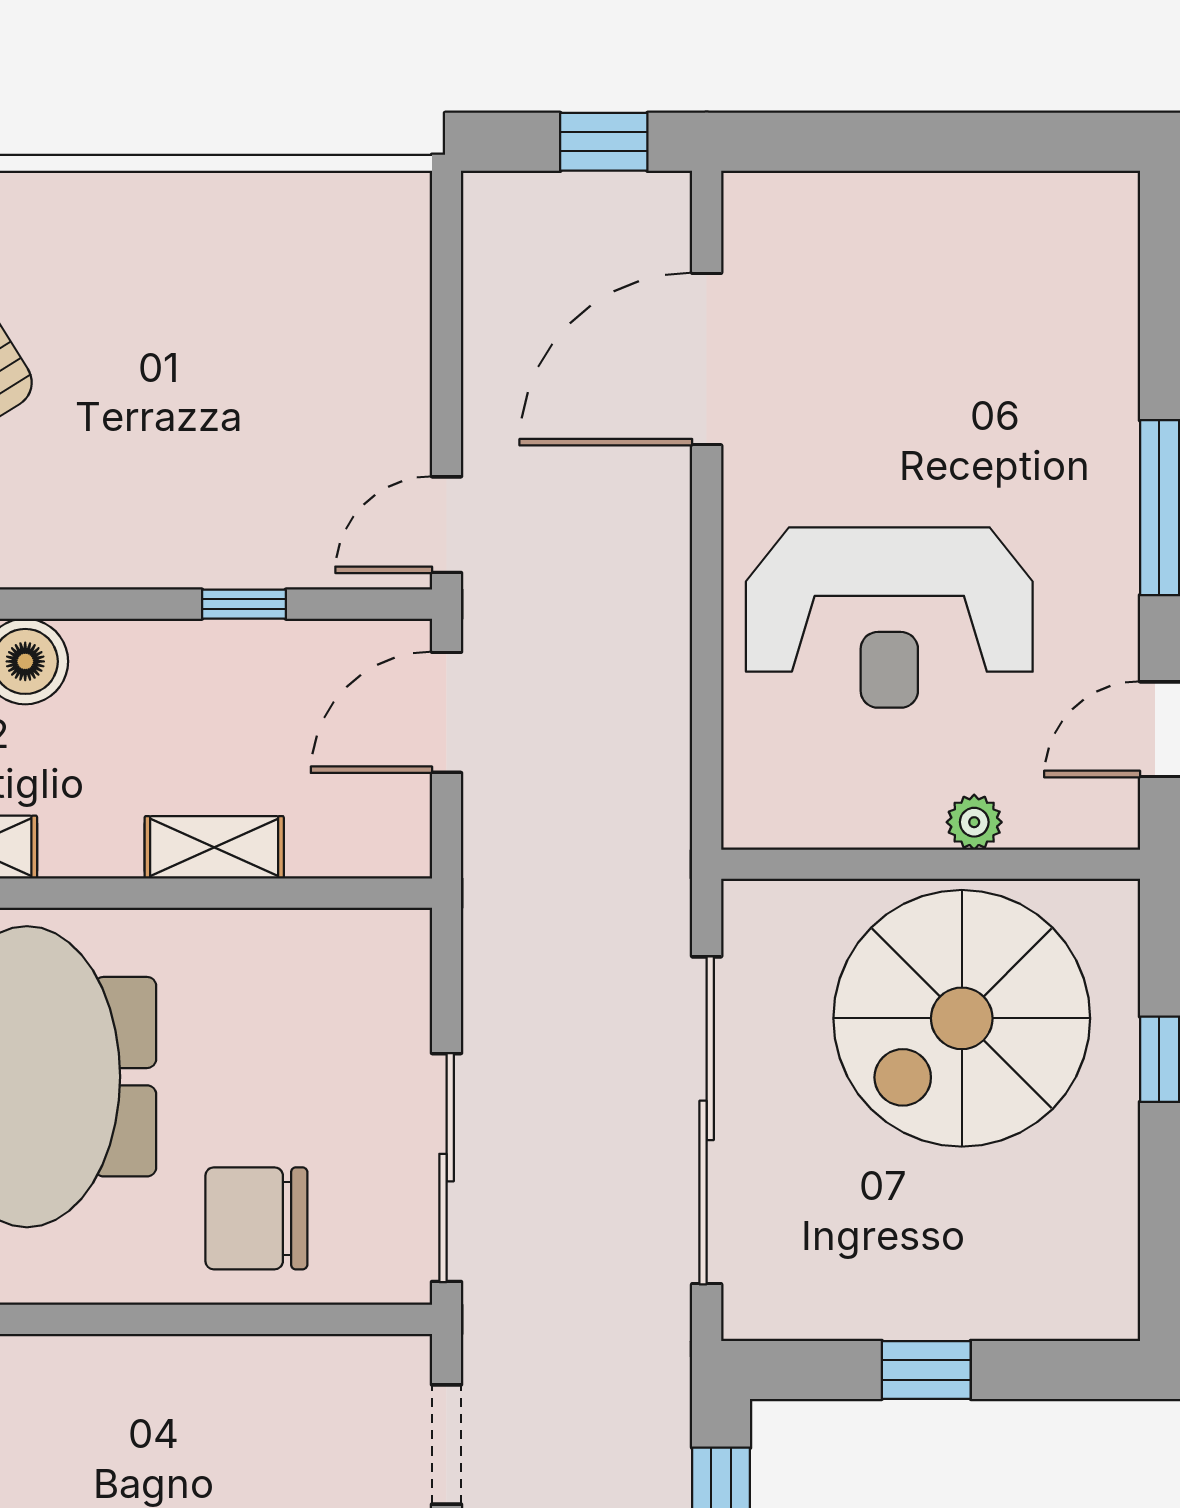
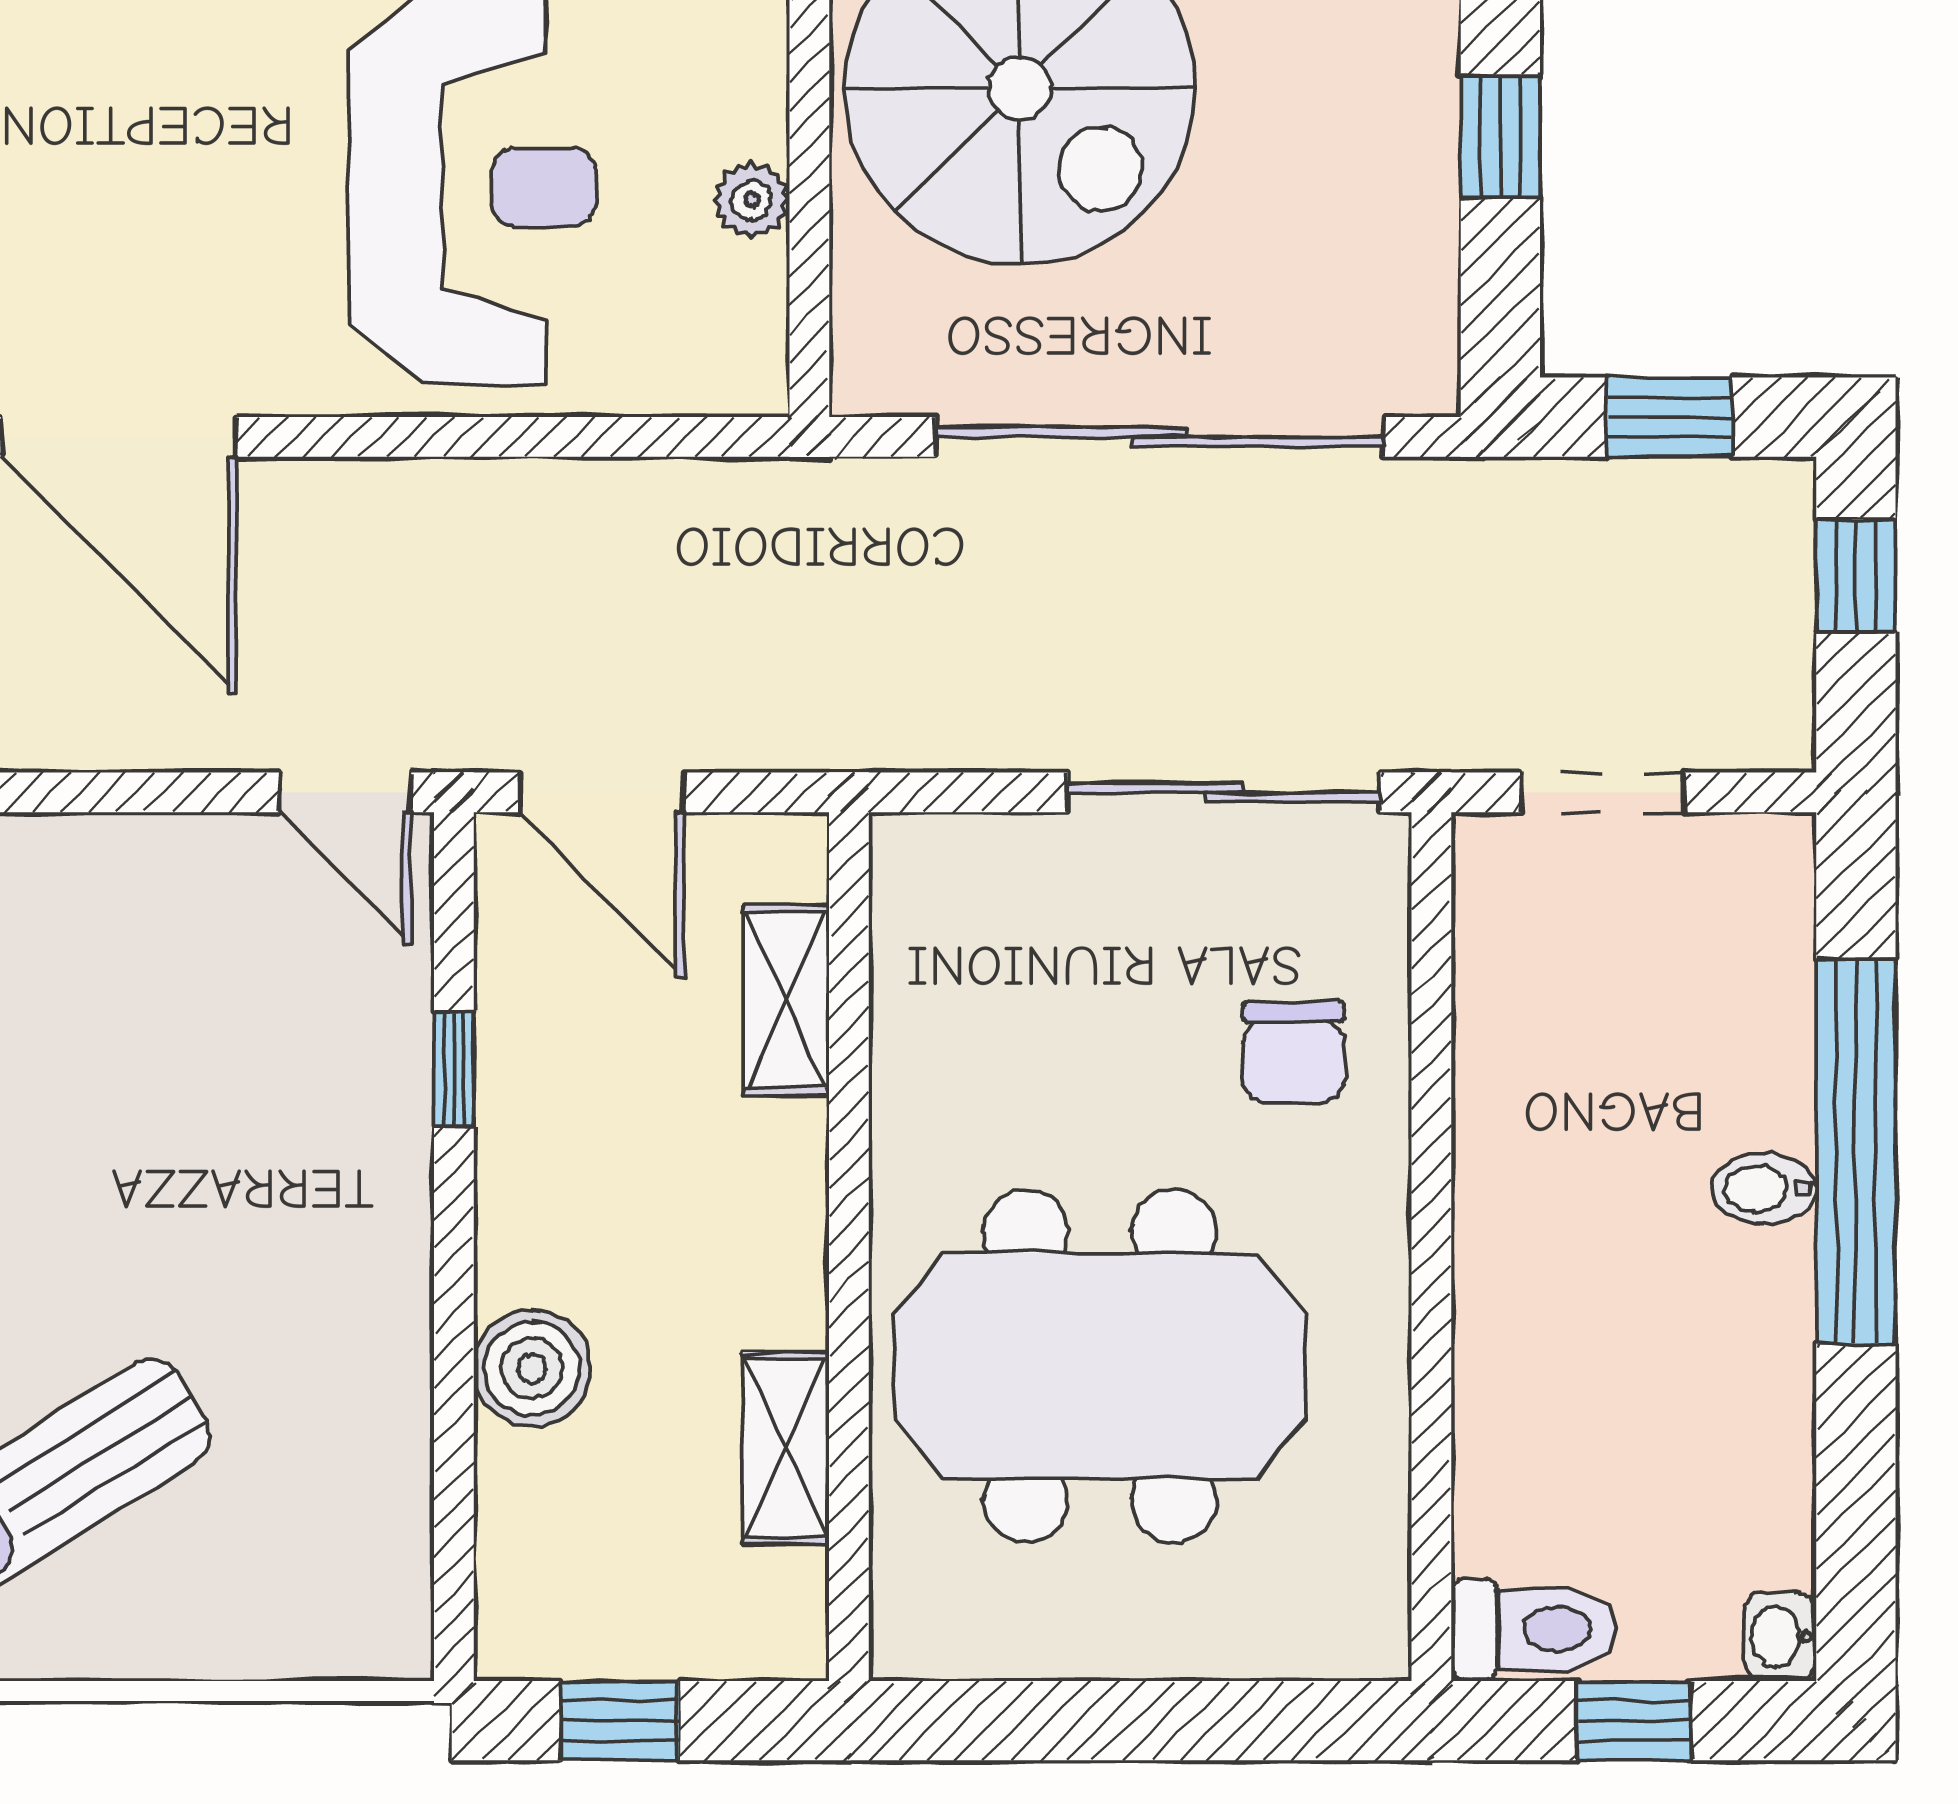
plant: (974, 822) -> (752, 200), moved
shelving: (214, 847) -> (786, 1000), moved
chair: (256, 1218) -> (1293, 1052), width x0.73, depth x0.73

